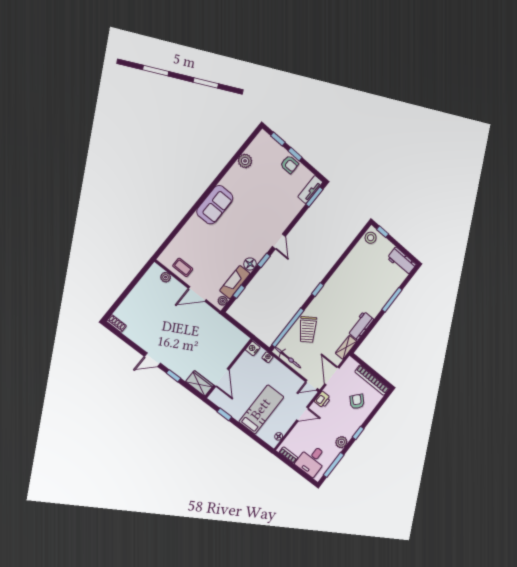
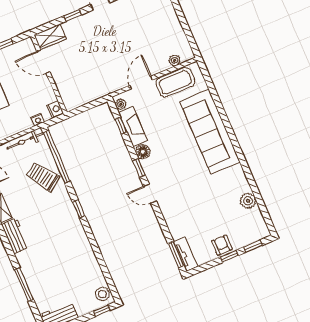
armchair: (289, 164) -> (222, 245), turned 90
sofa: (215, 205) -> (210, 132), width x1.85, depth x1.27
coffee table: (183, 267) -> (175, 82), width x1.86, depth x1.72

